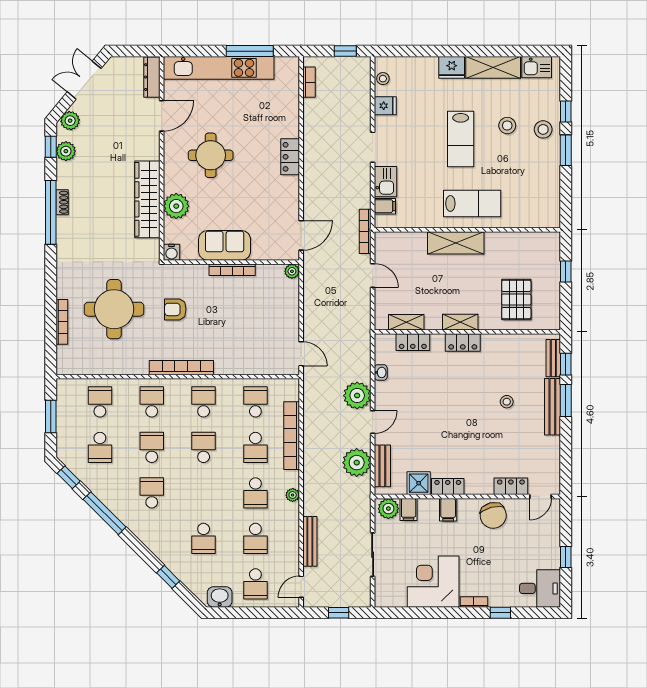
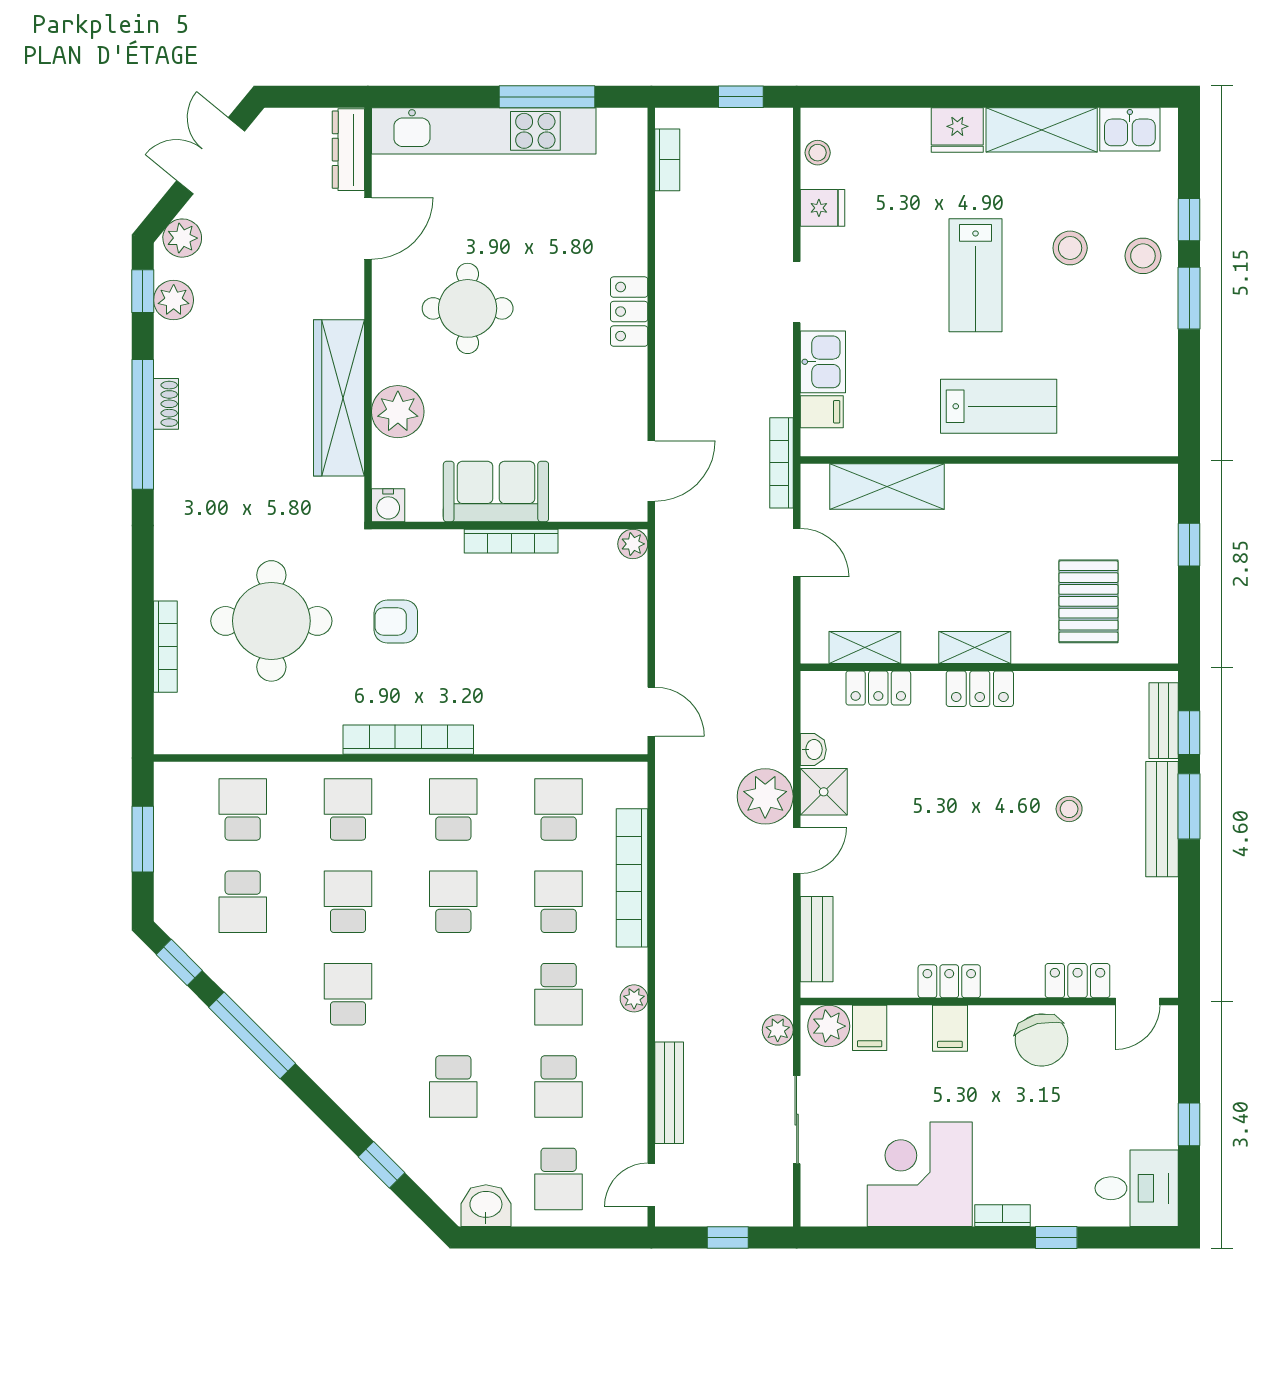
shelving: (456, 243) -> (887, 487), moved
school desk: (255, 447) -> (559, 902), turned 180
plant: (357, 463) -> (778, 1030), moved, width x0.53, depth x0.53
shower: (419, 483) -> (824, 792), moved

